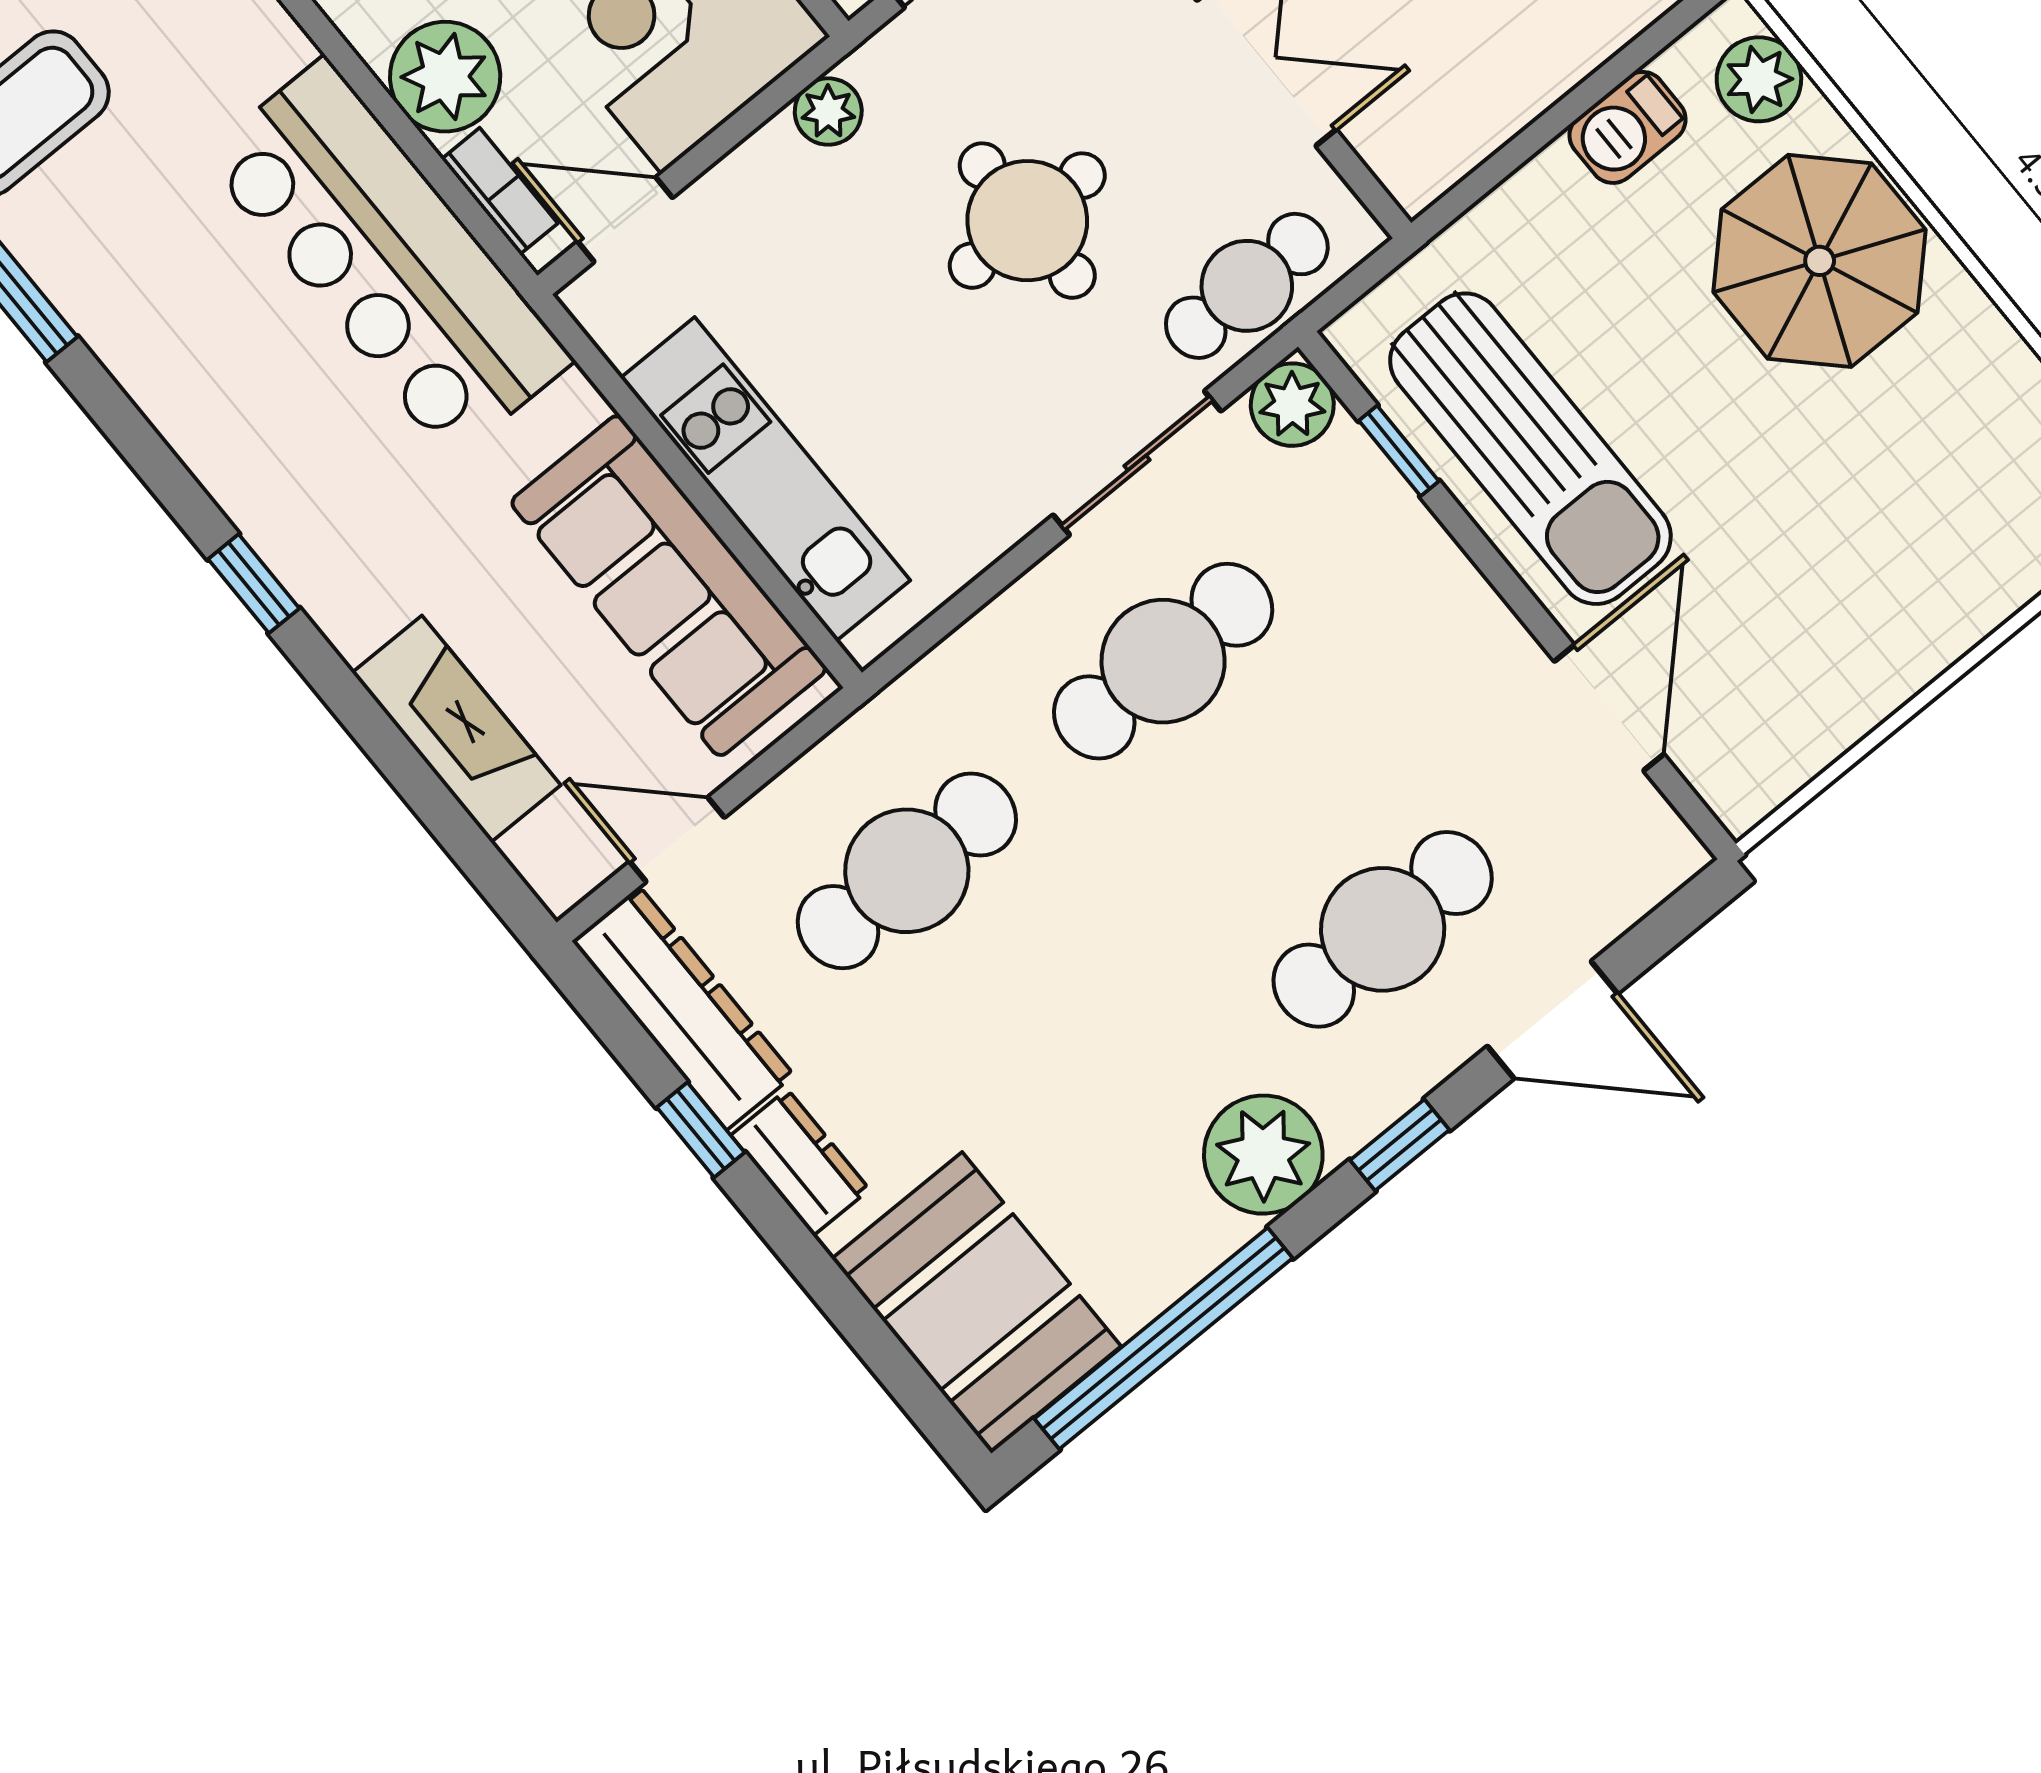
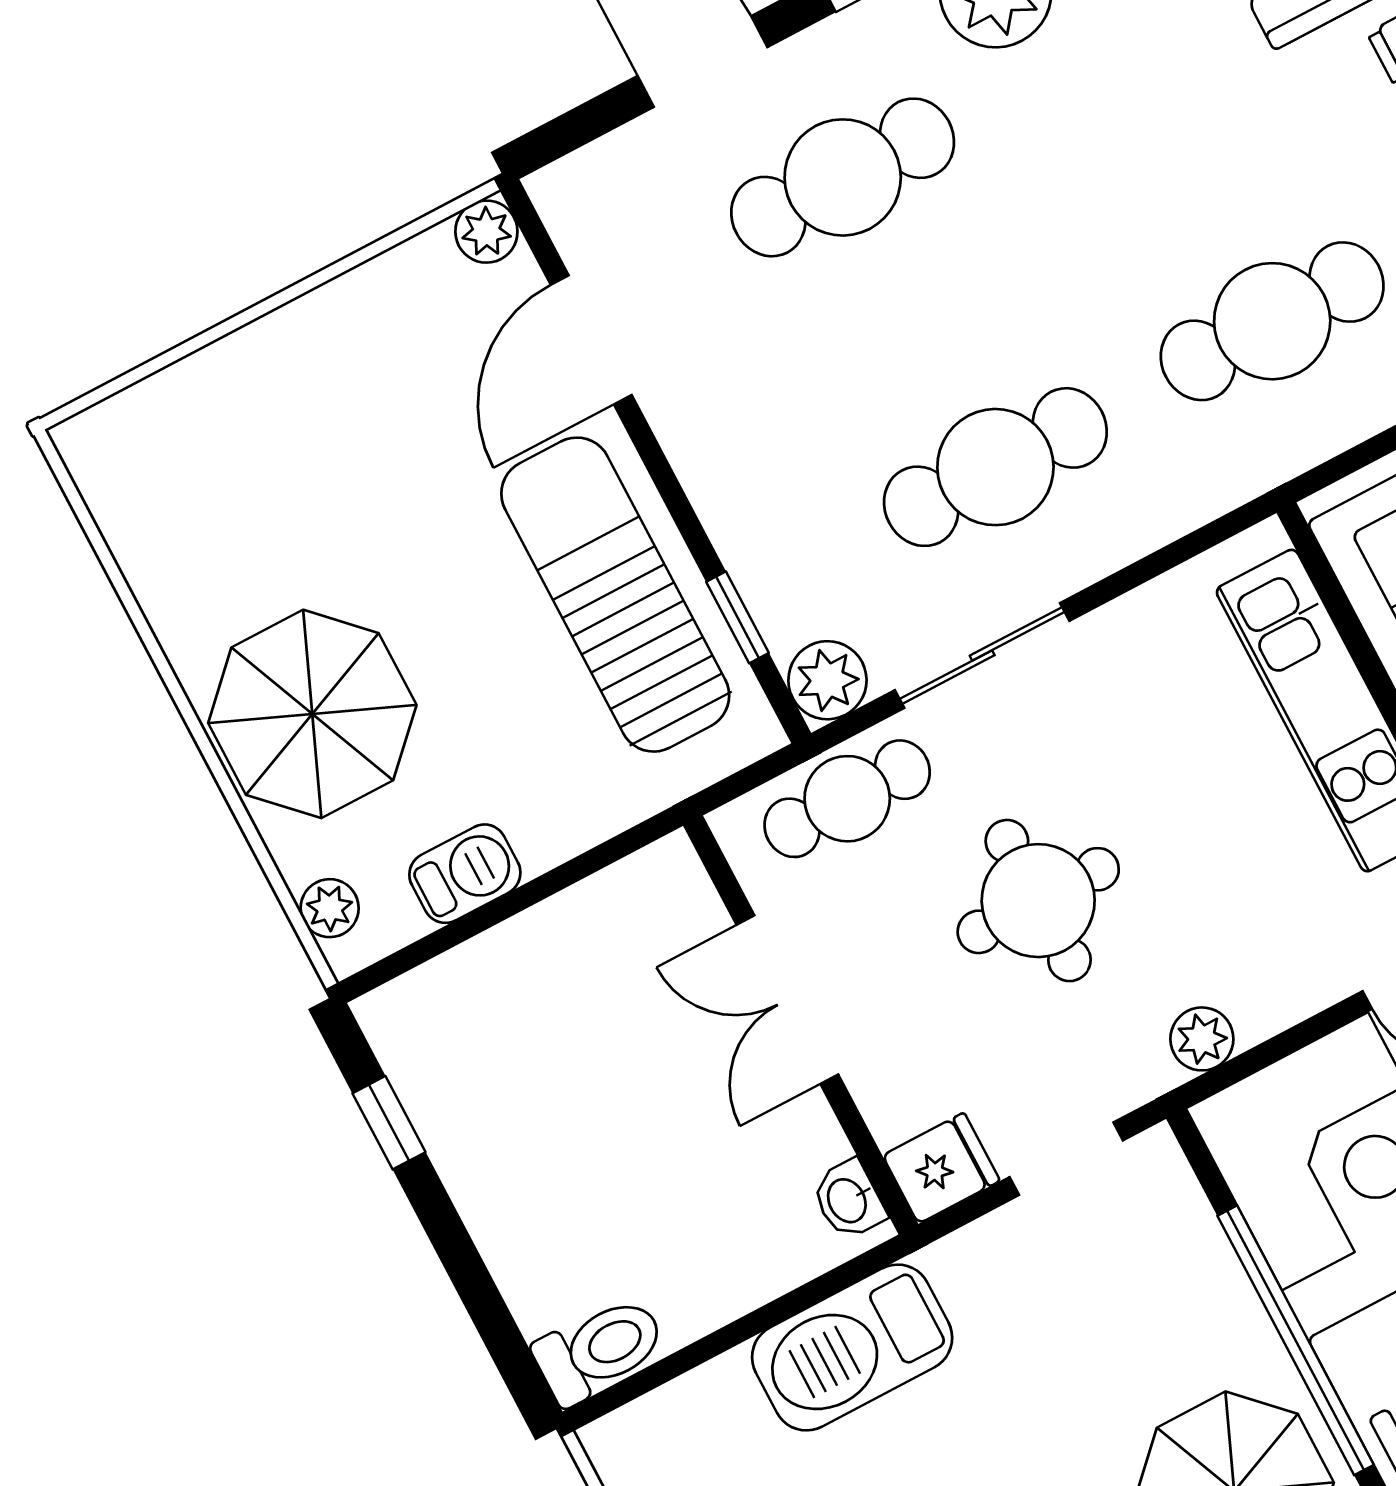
plant: (1759, 79) -> (330, 908), width x0.73, depth x0.73
plant: (1741, 798) -> (486, 232), added

